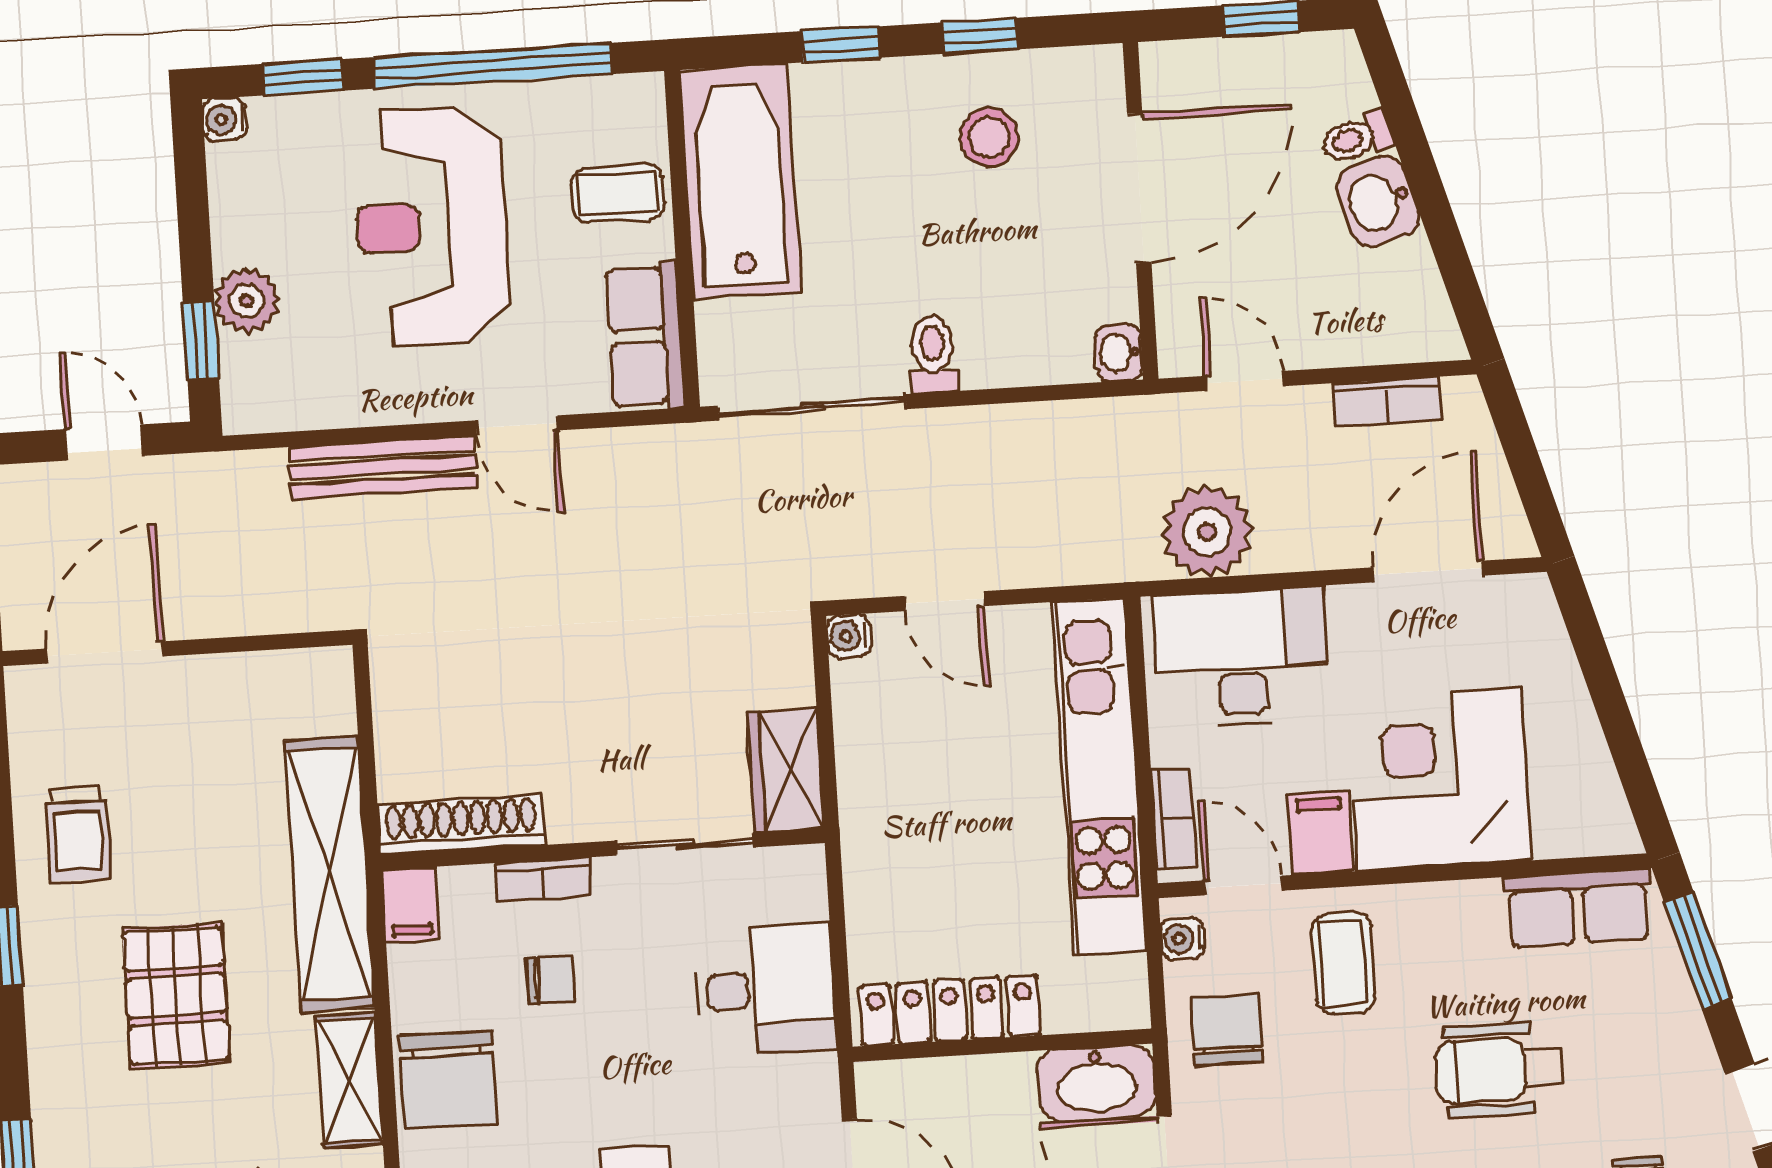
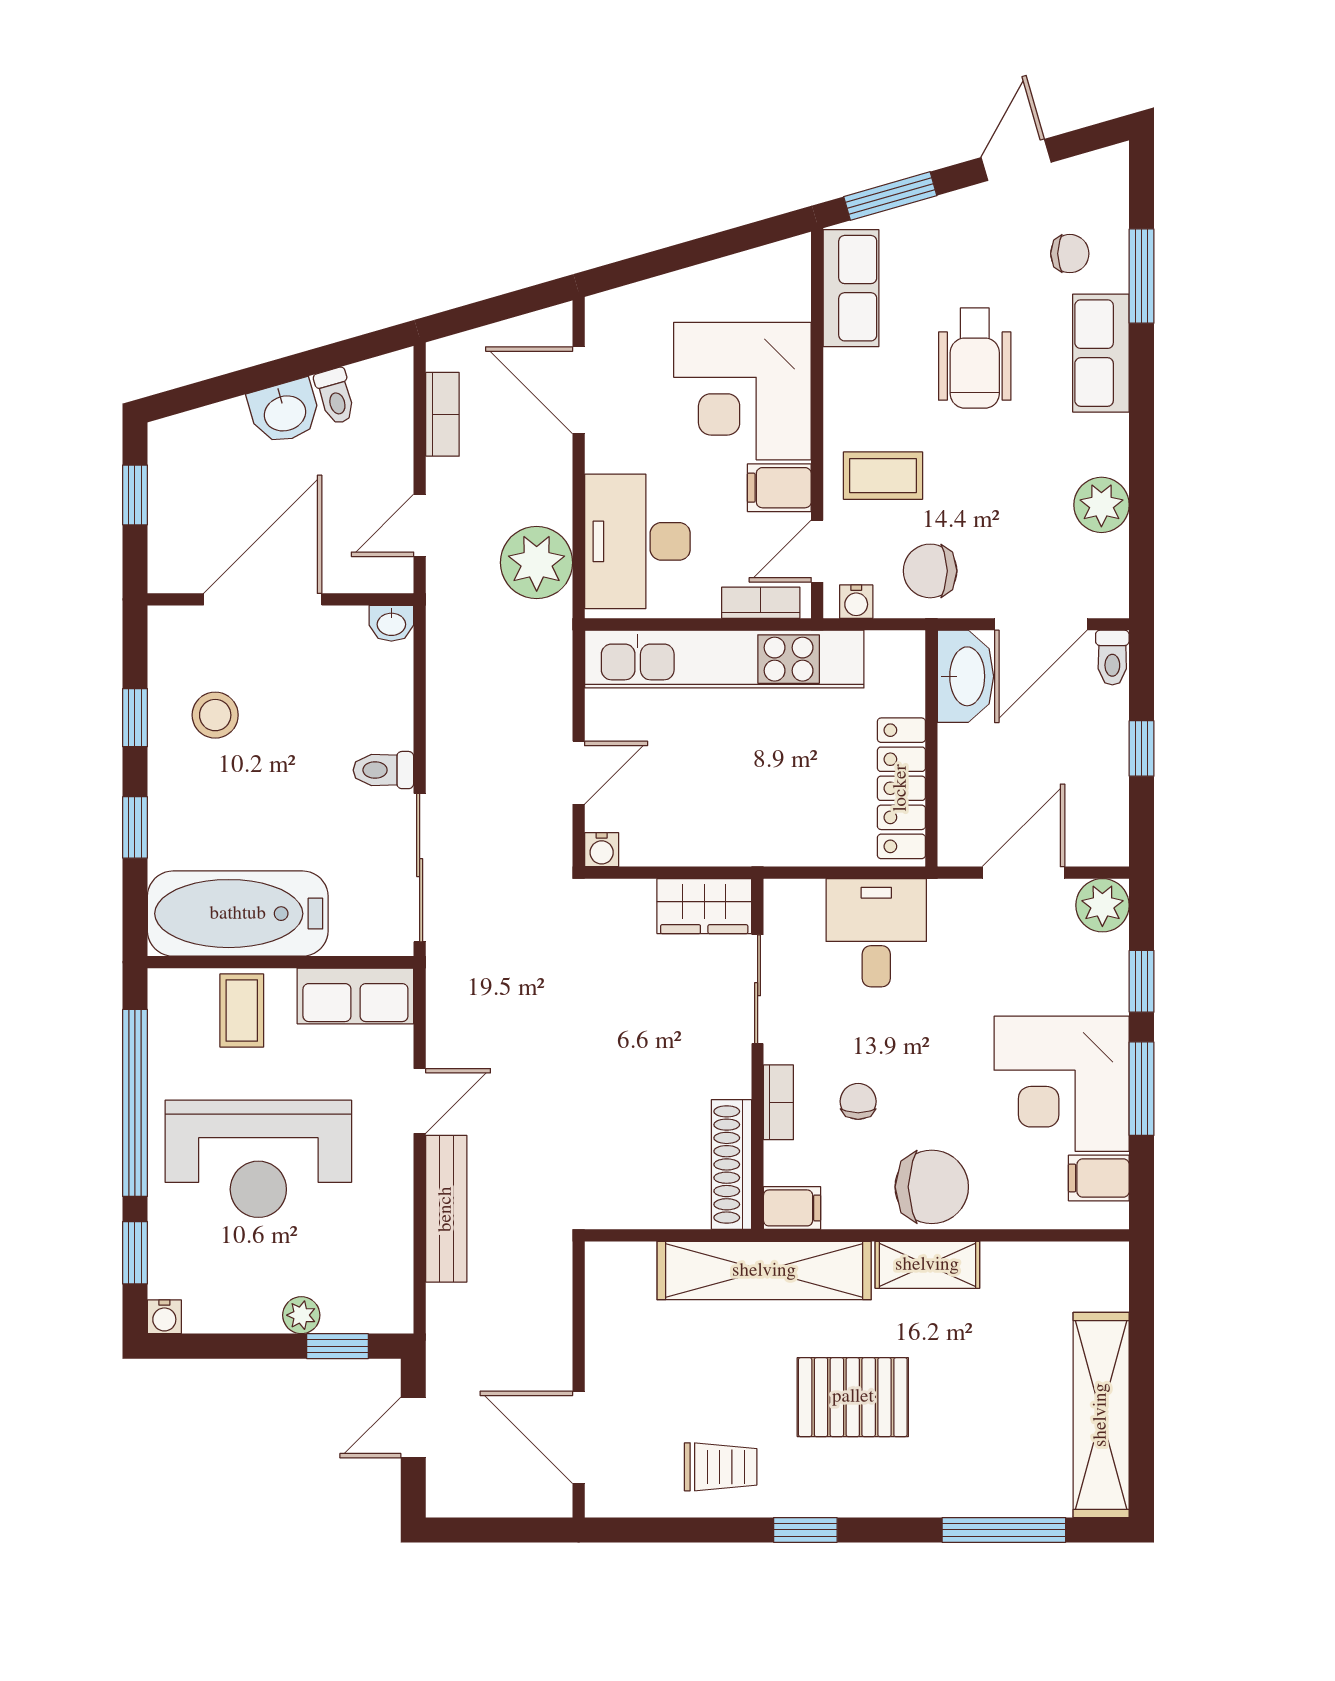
toilet: (1357, 138) -> (335, 396), moved
door: (1139, 188) -> (263, 599), hinge flipped
plant: (247, 301) -> (301, 1315), width x0.73, depth x0.73

